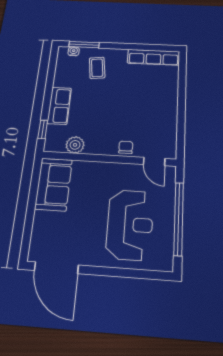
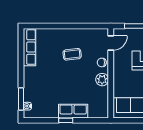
coffee table: (97, 68) -> (72, 54), moved
window: (43, 129) -> (66, 120), moved
plant: (75, 145) -> (102, 80), moved

